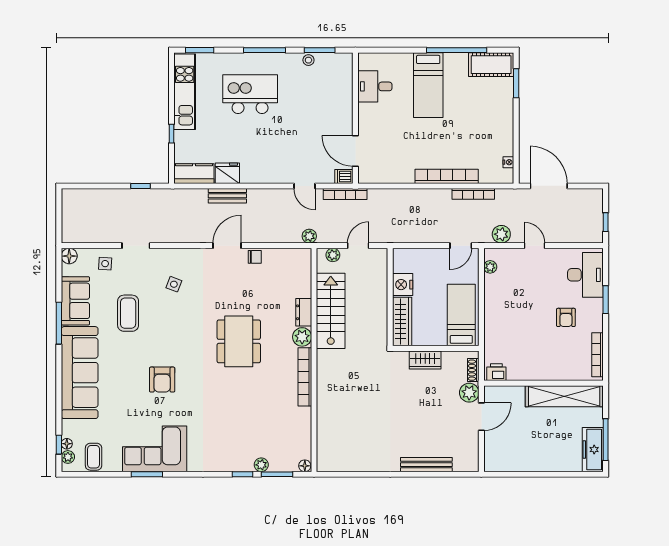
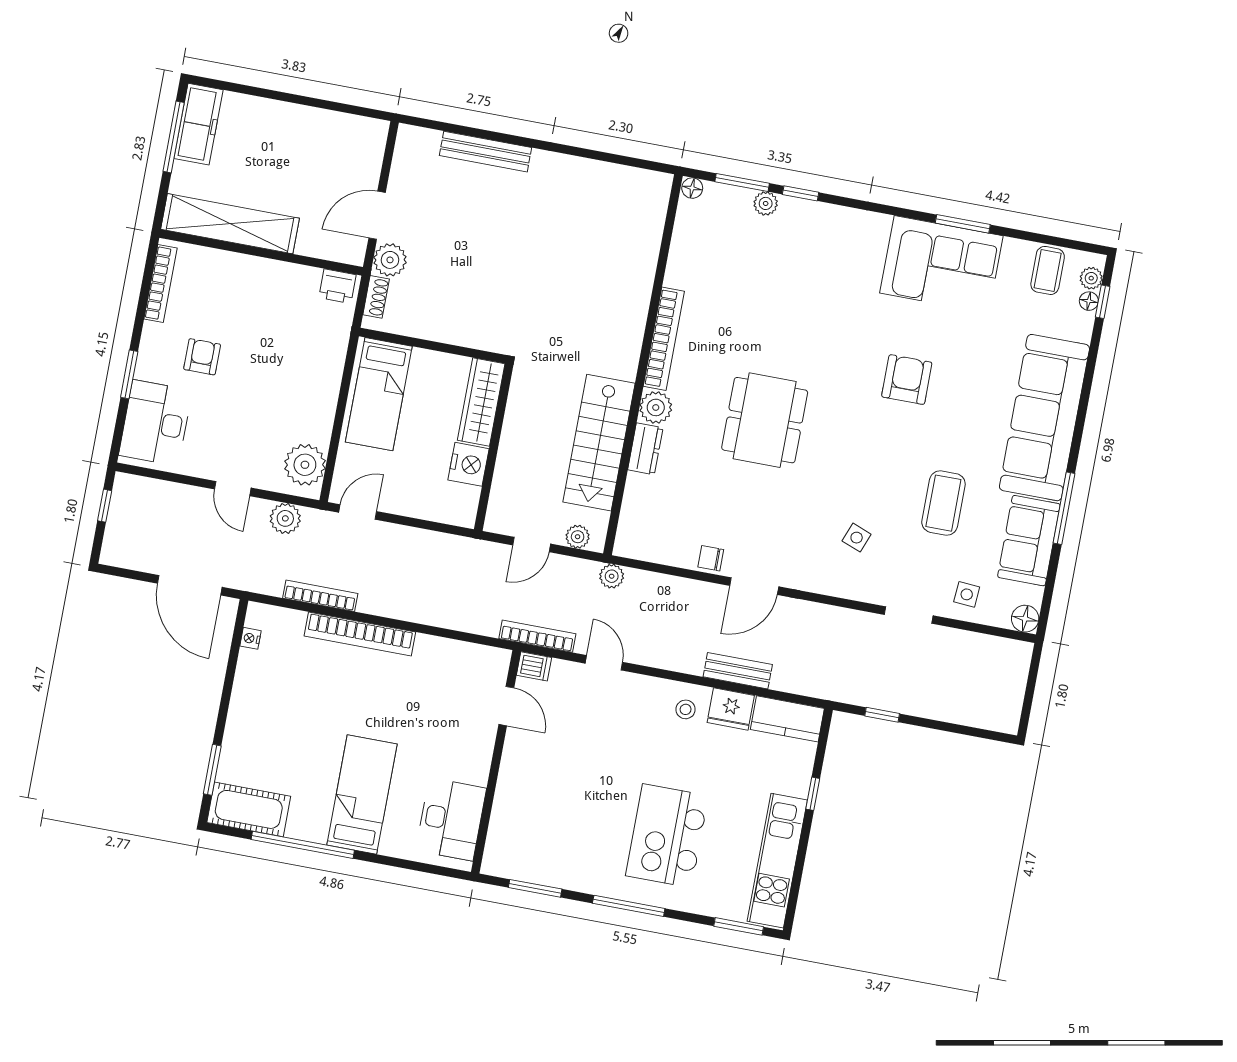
stool: (308, 60) -> (686, 709), moved
desk: (375, 86) -> (451, 819), width x1.37
kitchen island: (250, 94) -> (667, 836), turned 90
door: (355, 151) -> (506, 706), width x0.73
plant: (490, 267) -> (305, 465), width x1.88, depth x1.88
wardrobe: (425, 360) -> (454, 329), removed

